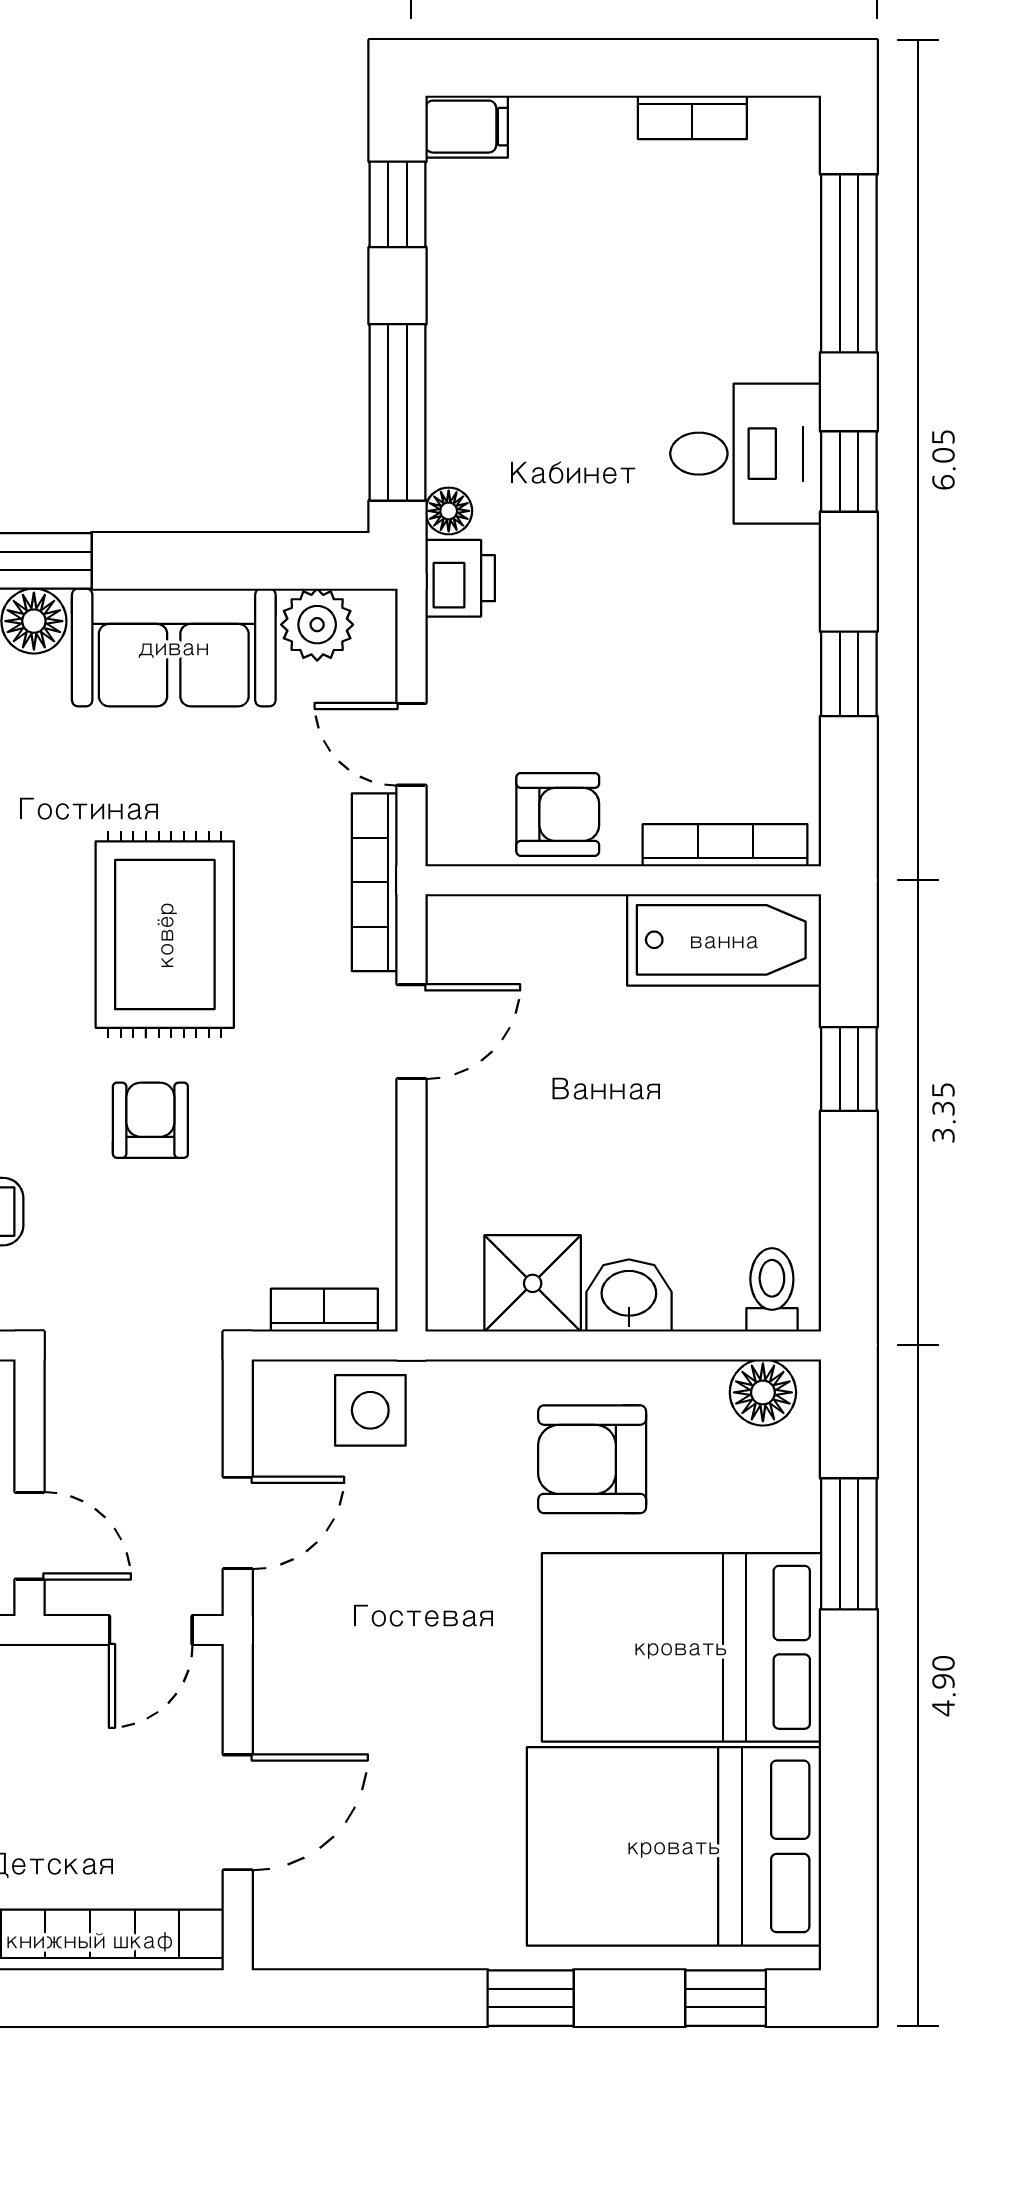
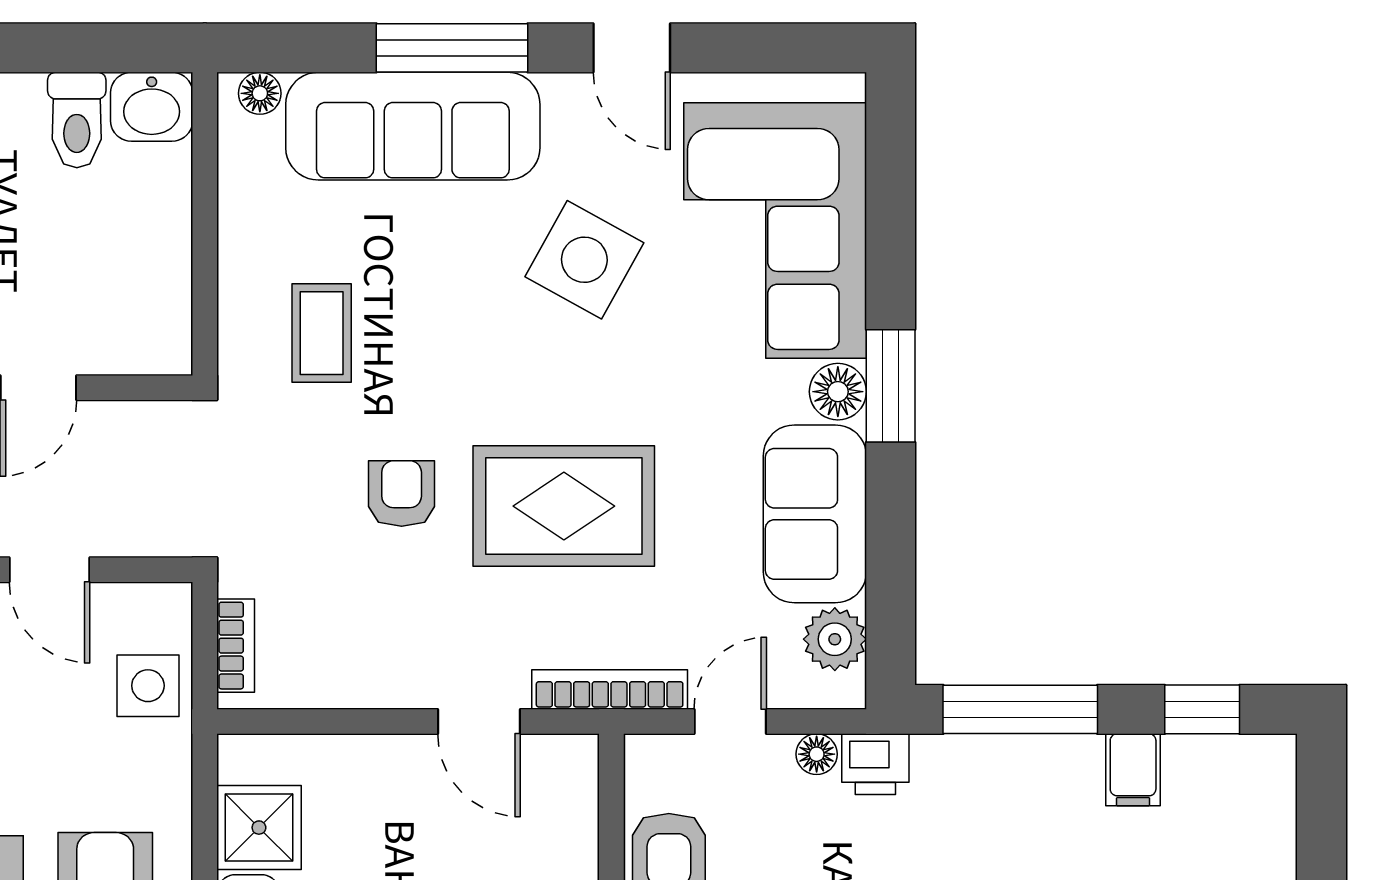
filing cabinet: (467, 127) -> (1133, 770), moved
floor lamp: (449, 511) -> (817, 754), moved
armchair: (150, 1120) -> (402, 493), turned -90

